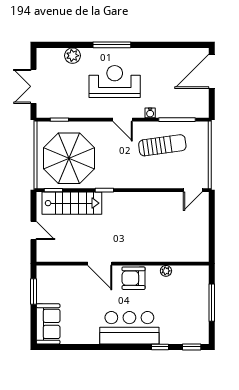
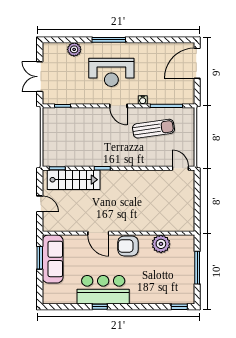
reception desk: (115, 82) -> (111, 72), turned 180
parasol: (69, 158) -> (71, 140), removed
door: (193, 190) -> (180, 168), swing flipped
plant: (166, 271) -> (161, 244), width x1.88, depth x1.88
sofa: (48, 324) -> (53, 259), moved, width x1.36
bar counter: (129, 328) -> (103, 290), moved
window: (160, 347) -> (100, 307), moved

